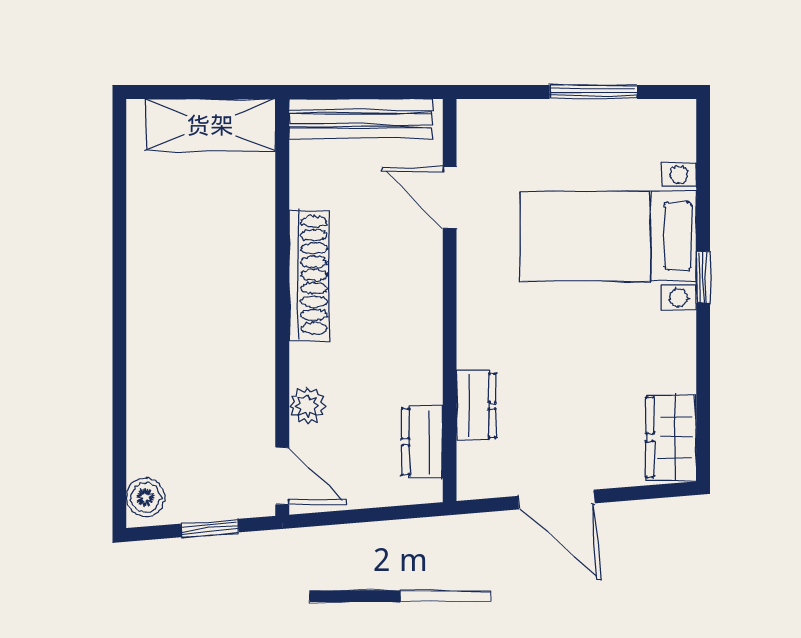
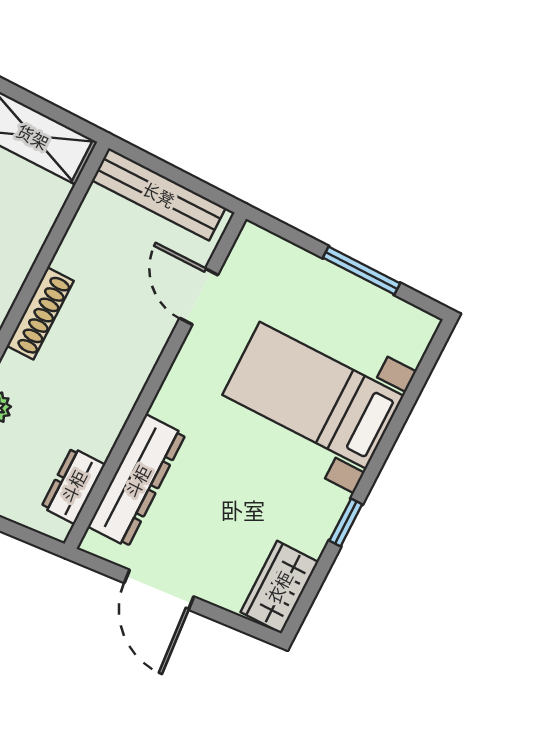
shoe rack: (309, 275) -> (40, 313), width x0.74, depth x0.81
window: (703, 277) -> (346, 522), moved
dresser: (476, 405) -> (137, 481), width x1.96, depth x1.24

